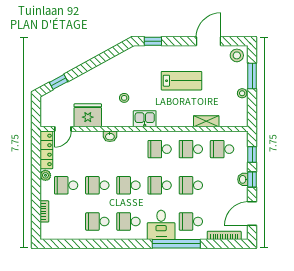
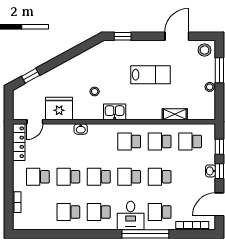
plant: (45, 175) -> (18, 167), removed

